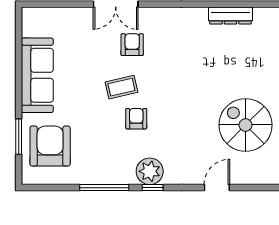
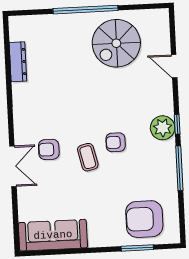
sofa: (37, 75) -> (53, 235), moved

